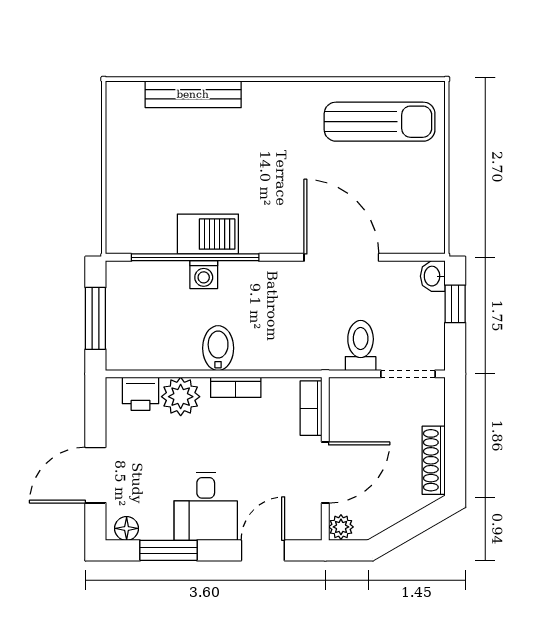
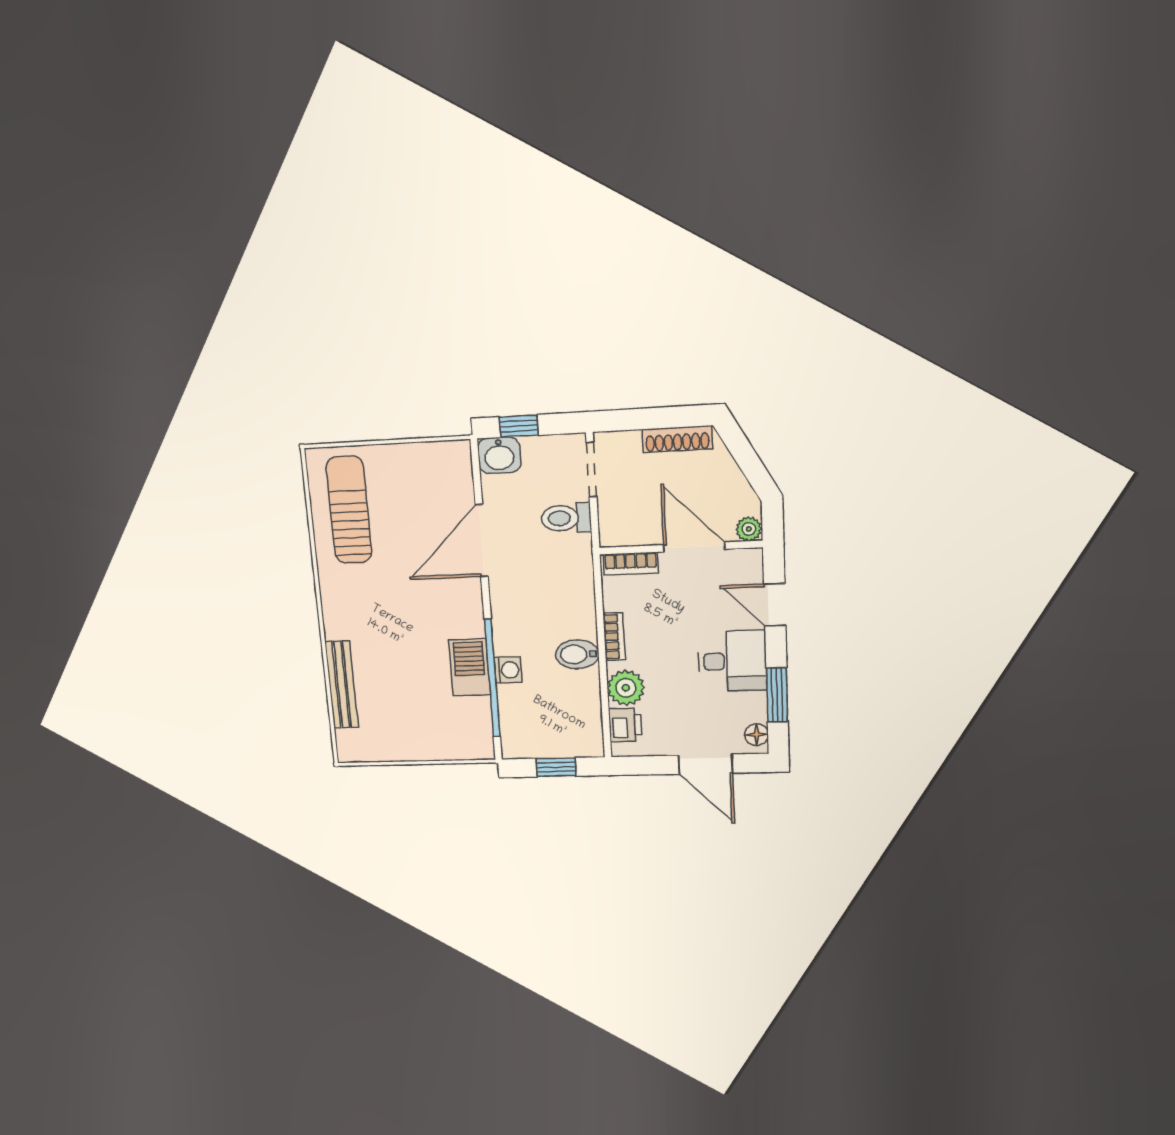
washbasin: (433, 276) -> (499, 455), width x1.38, depth x1.45
window: (95, 318) -> (556, 767), width x0.67

